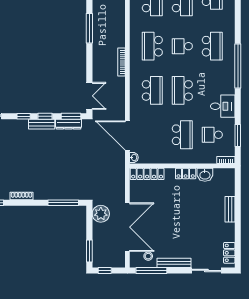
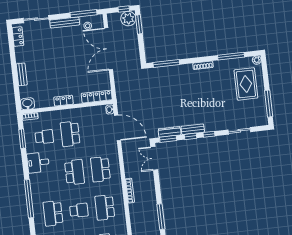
school desk: (152, 46) -> (105, 207), turned 180
washbasin: (205, 175) -> (28, 104), moved
plant: (101, 214) -> (128, 19), moved

